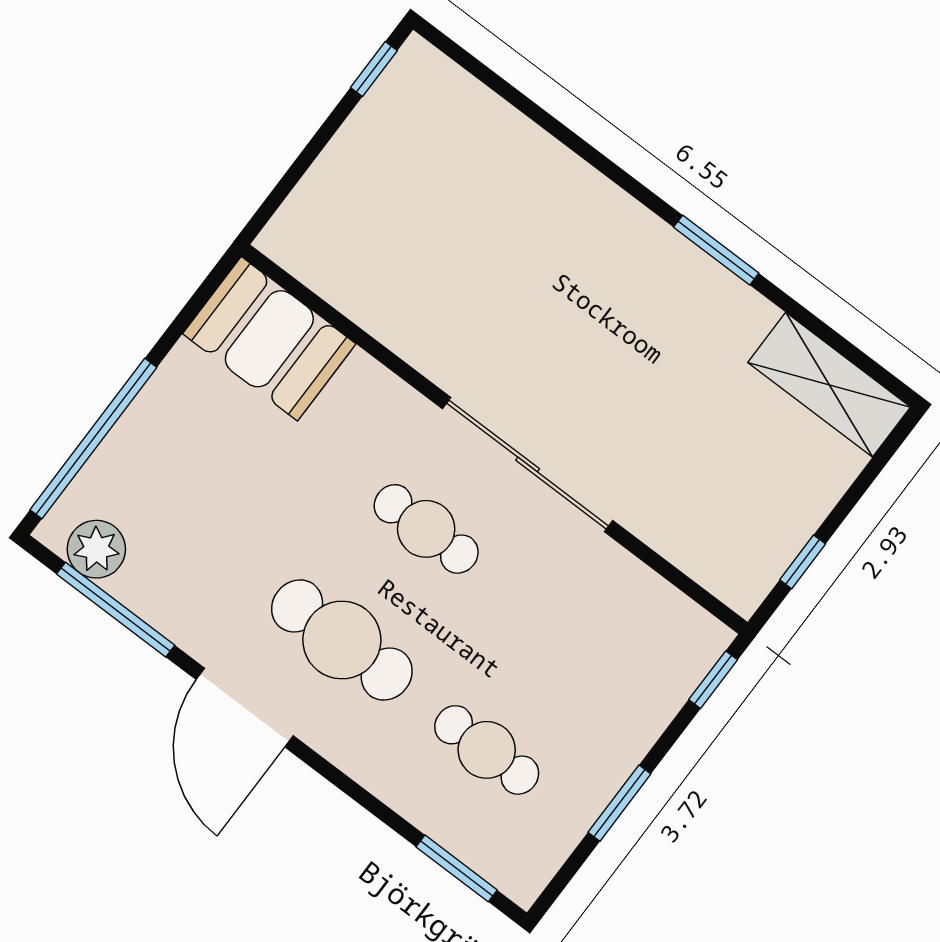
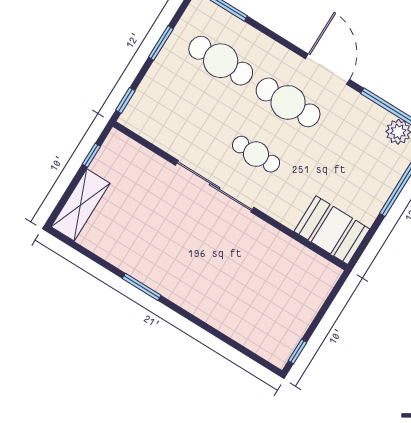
shelving: (829, 385) -> (80, 205), moved, turned 90
cafe table: (487, 750) -> (221, 61), width x1.37, depth x1.35

